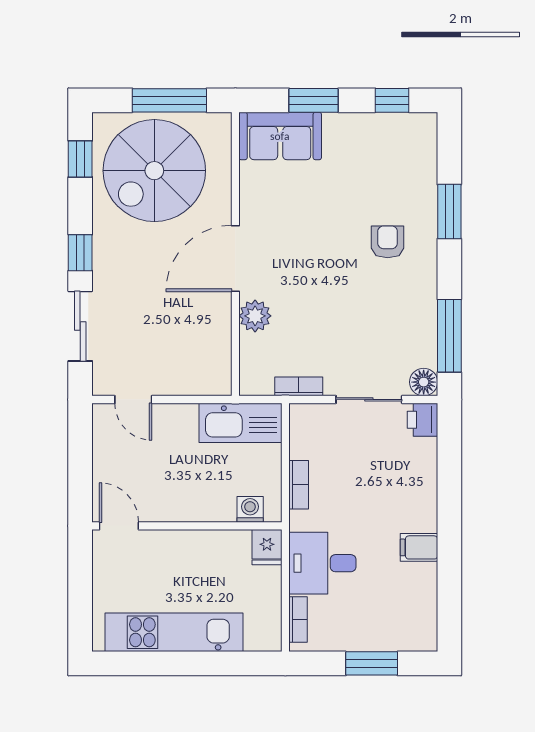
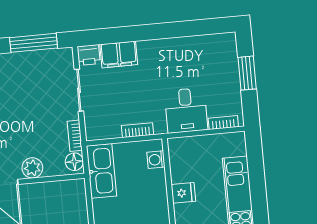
floor lamp: (424, 382) -> (74, 162), moved
fridge: (267, 547) -> (183, 193), moved
filing cabinet: (419, 547) -> (119, 54), moved, width x2.00

